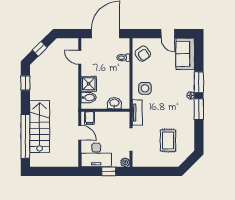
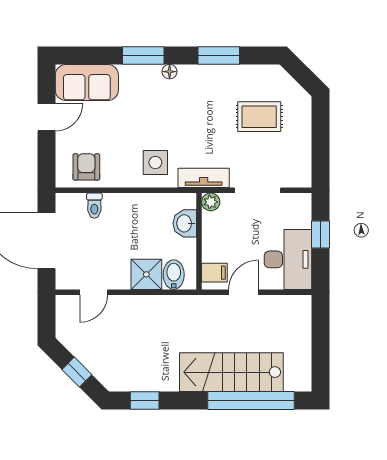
armchair: (143, 54) -> (86, 167), turned -55
window: (199, 109) -> (219, 55), moved
plant: (125, 162) -> (211, 202), moved

